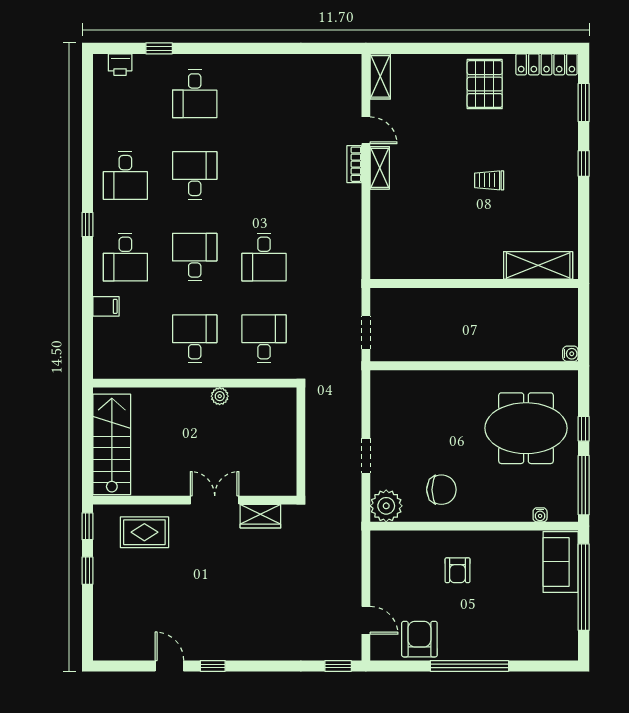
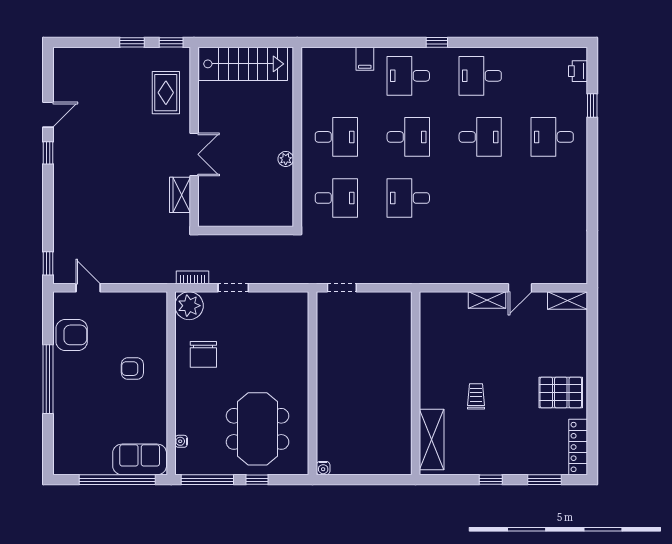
bookcase: (354, 164) -> (193, 277), moved
shelving: (538, 265) -> (432, 440), moved
wall: (474, 283) -> (416, 383), moved
door: (366, 620) -> (88, 288), swing flipped

